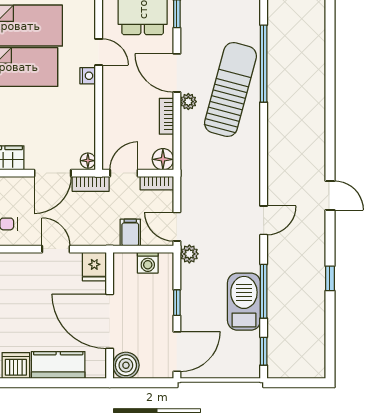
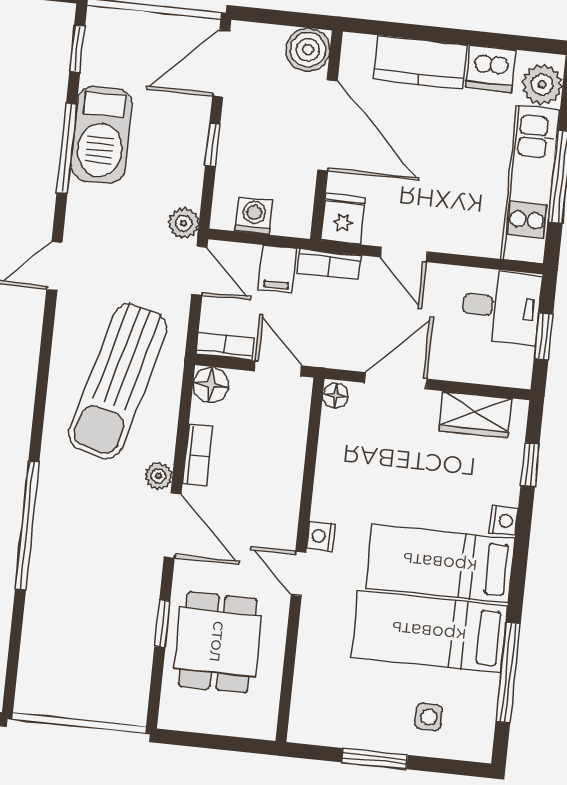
sun lounger: (231, 90) -> (118, 381), moved
door: (124, 173) -> (278, 368), swing flipped
bookcase: (91, 184) -> (329, 264), moved, turned 180

